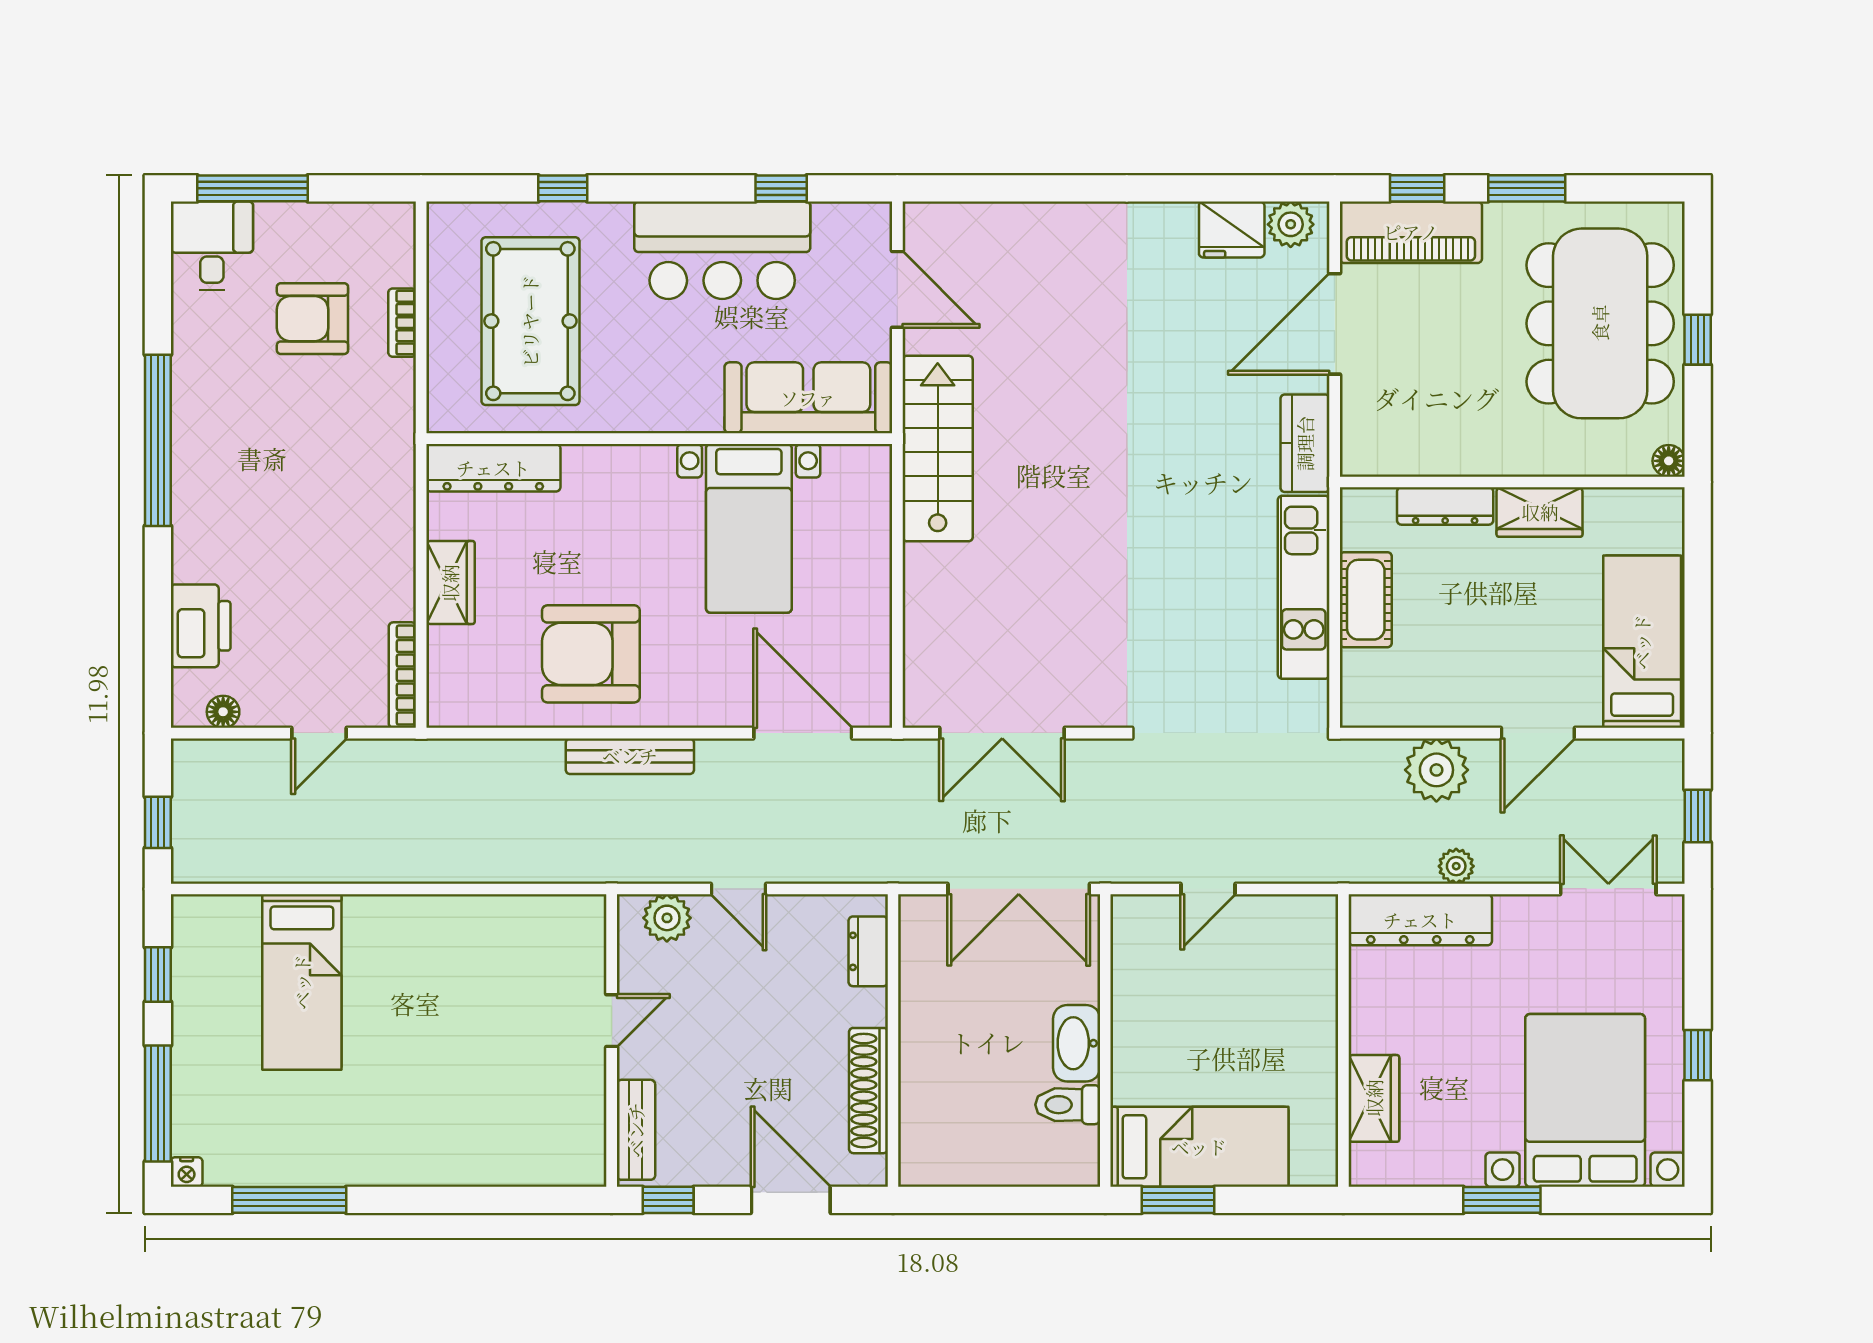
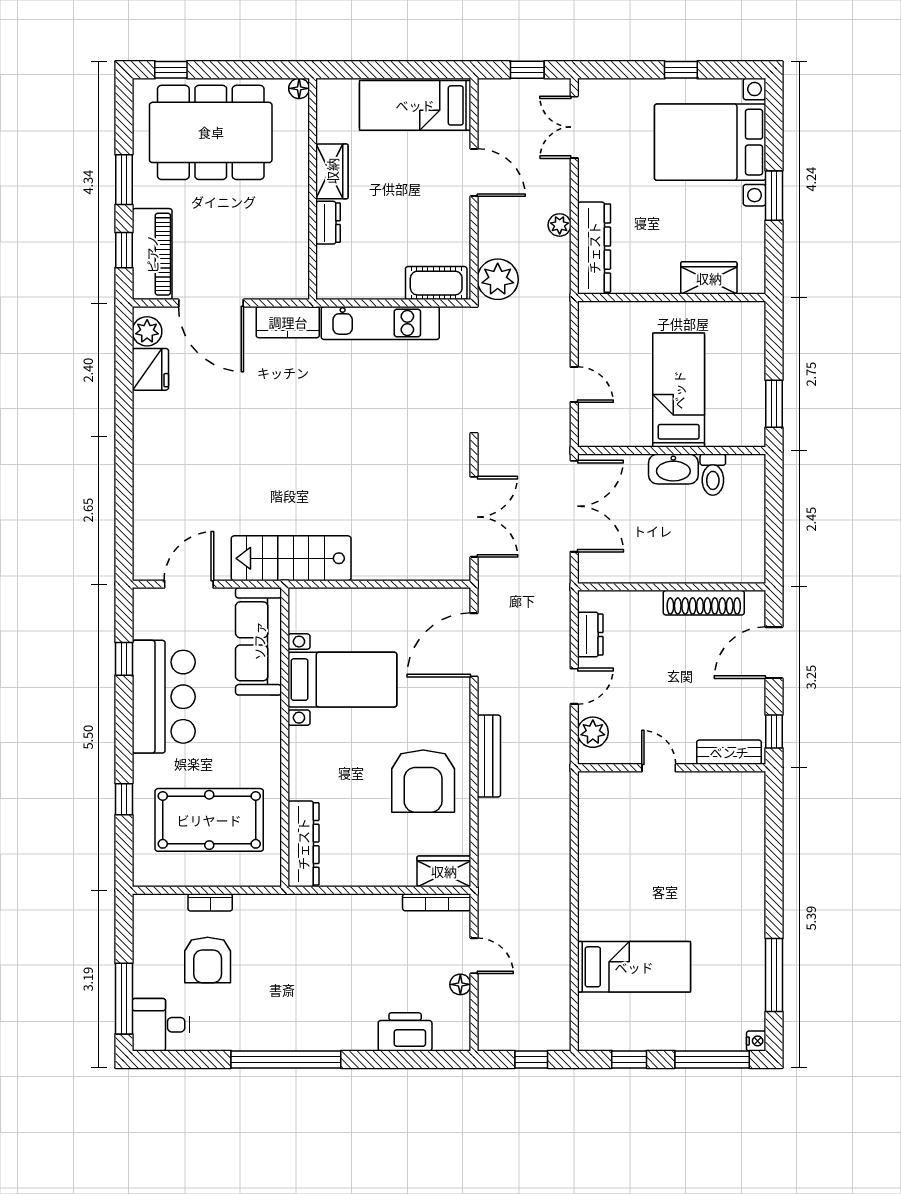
window: (1698, 340) -> (171, 70), moved
dresser: (1445, 506) -> (328, 223), width x0.70
wardrobe: (450, 583) -> (444, 871), moved
cot: (1366, 600) -> (436, 283), moved
floor lamp: (223, 712) -> (460, 984), moved
plant: (1436, 770) -> (498, 279), moved
dresser: (868, 951) -> (590, 635), moved, turned -90
bed: (1199, 1147) -> (679, 390), moved

